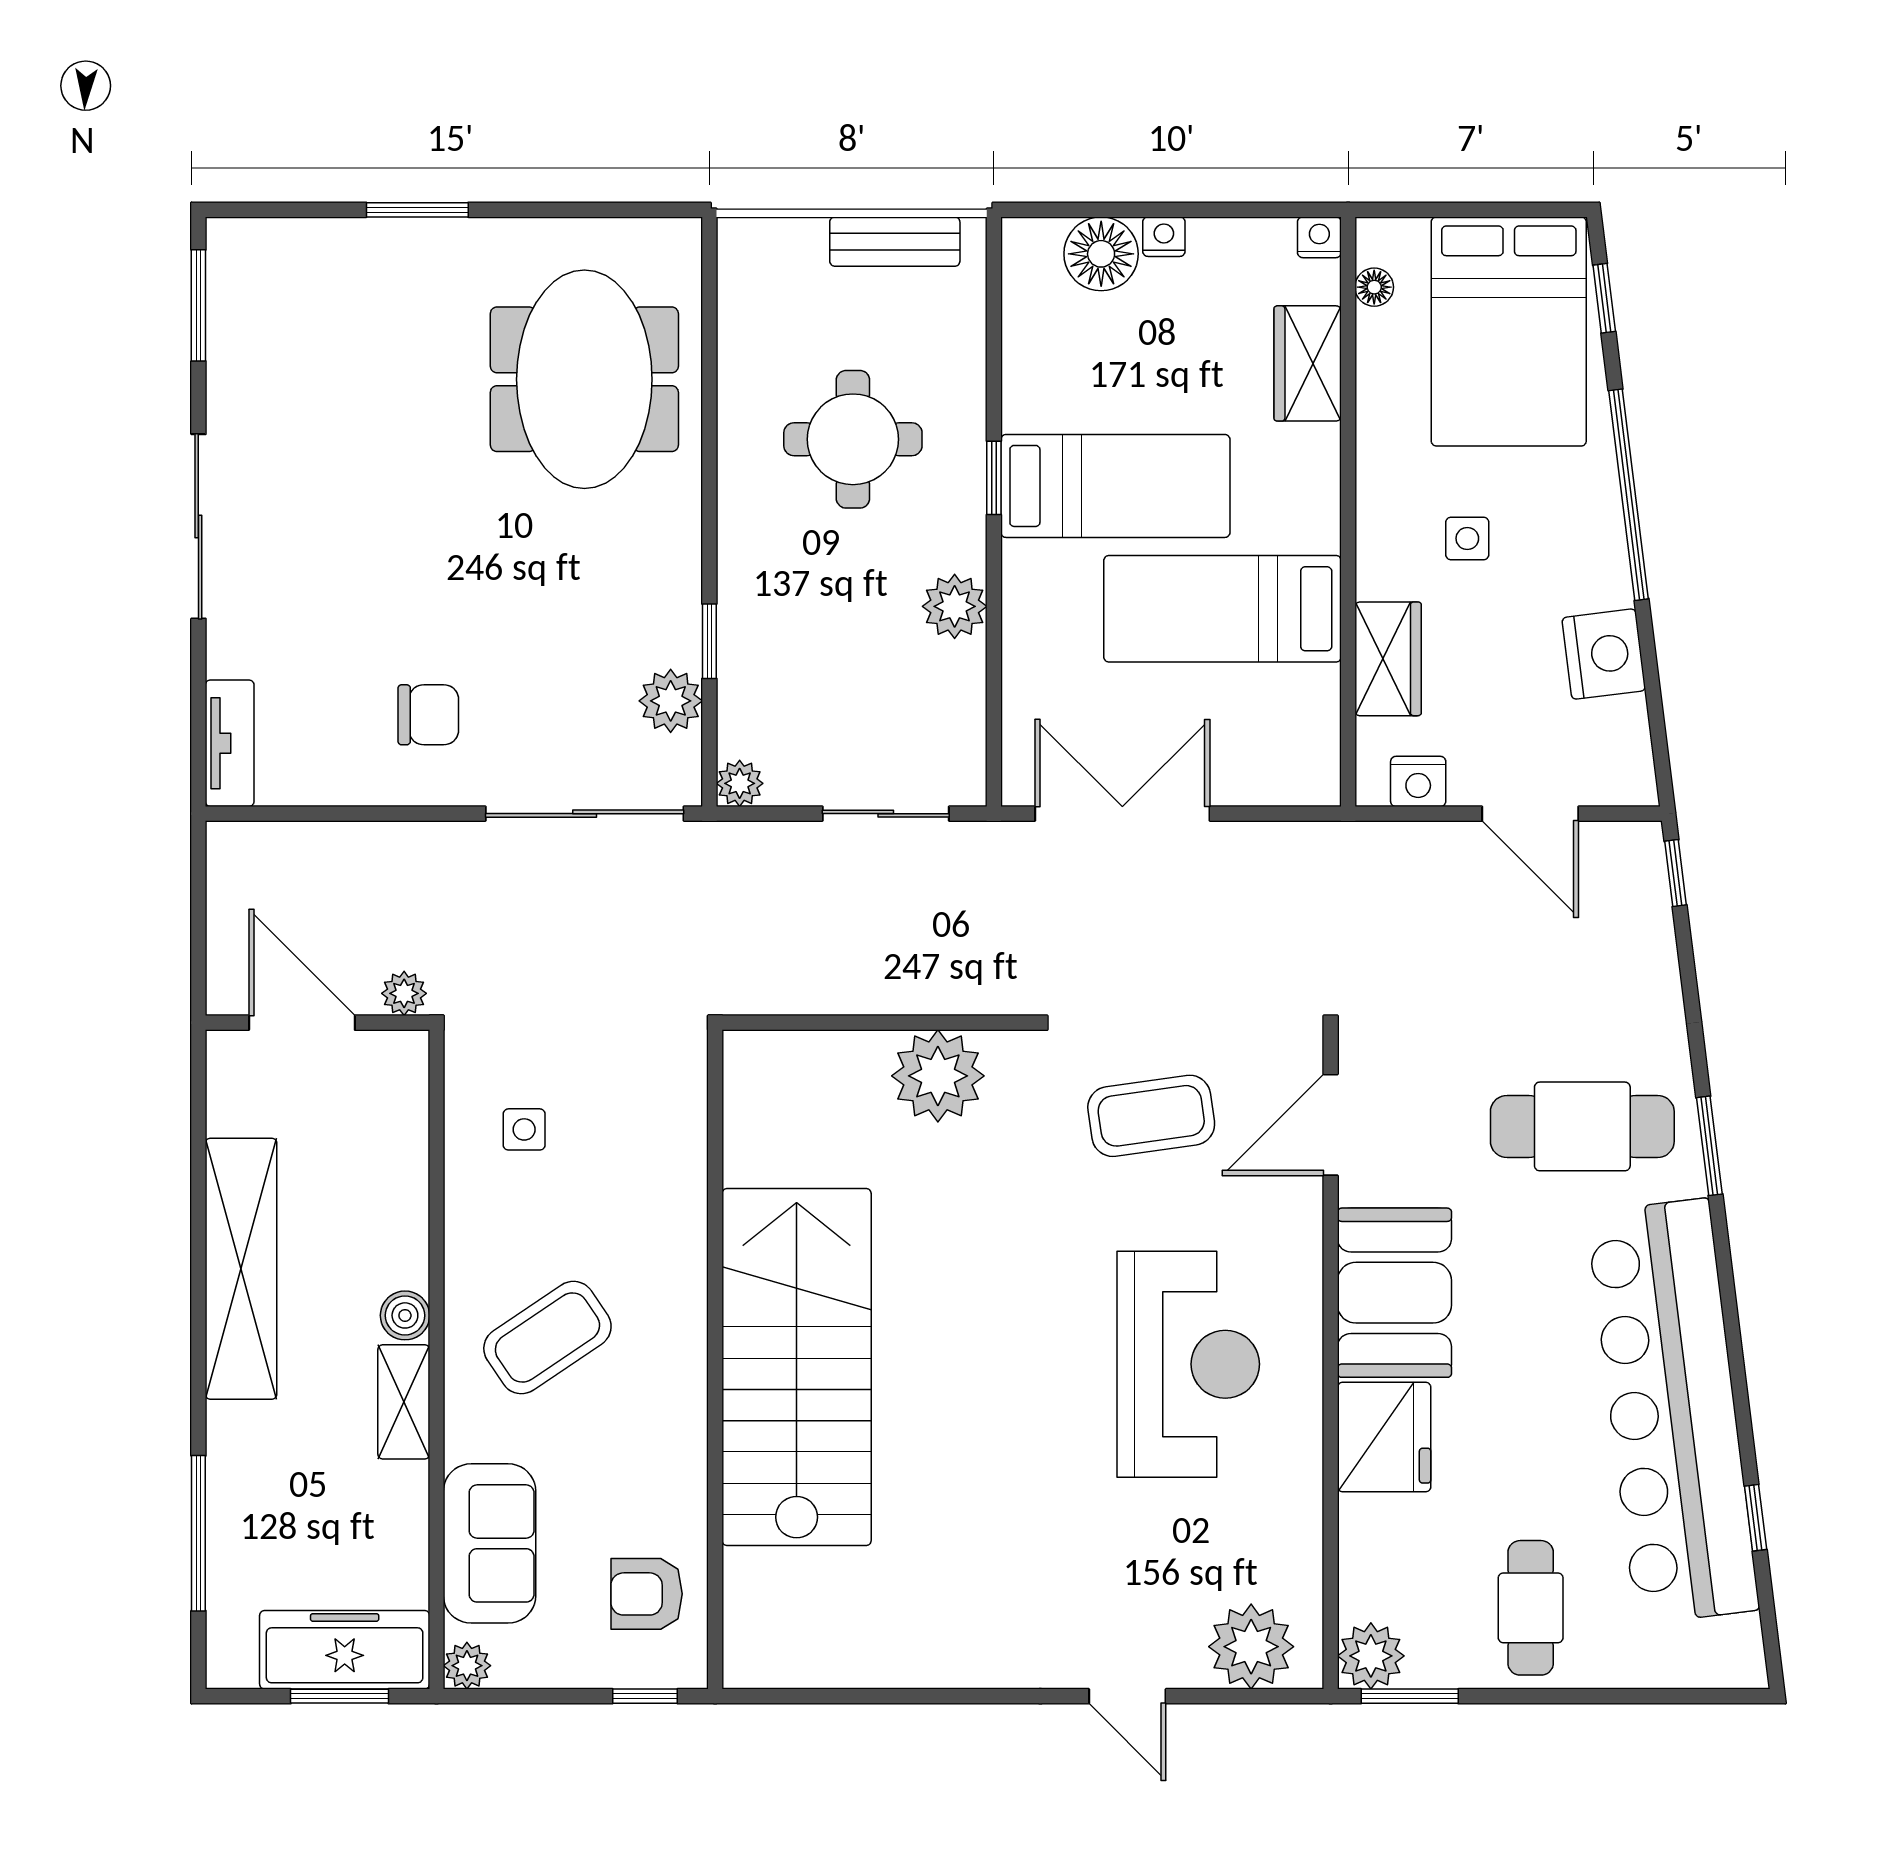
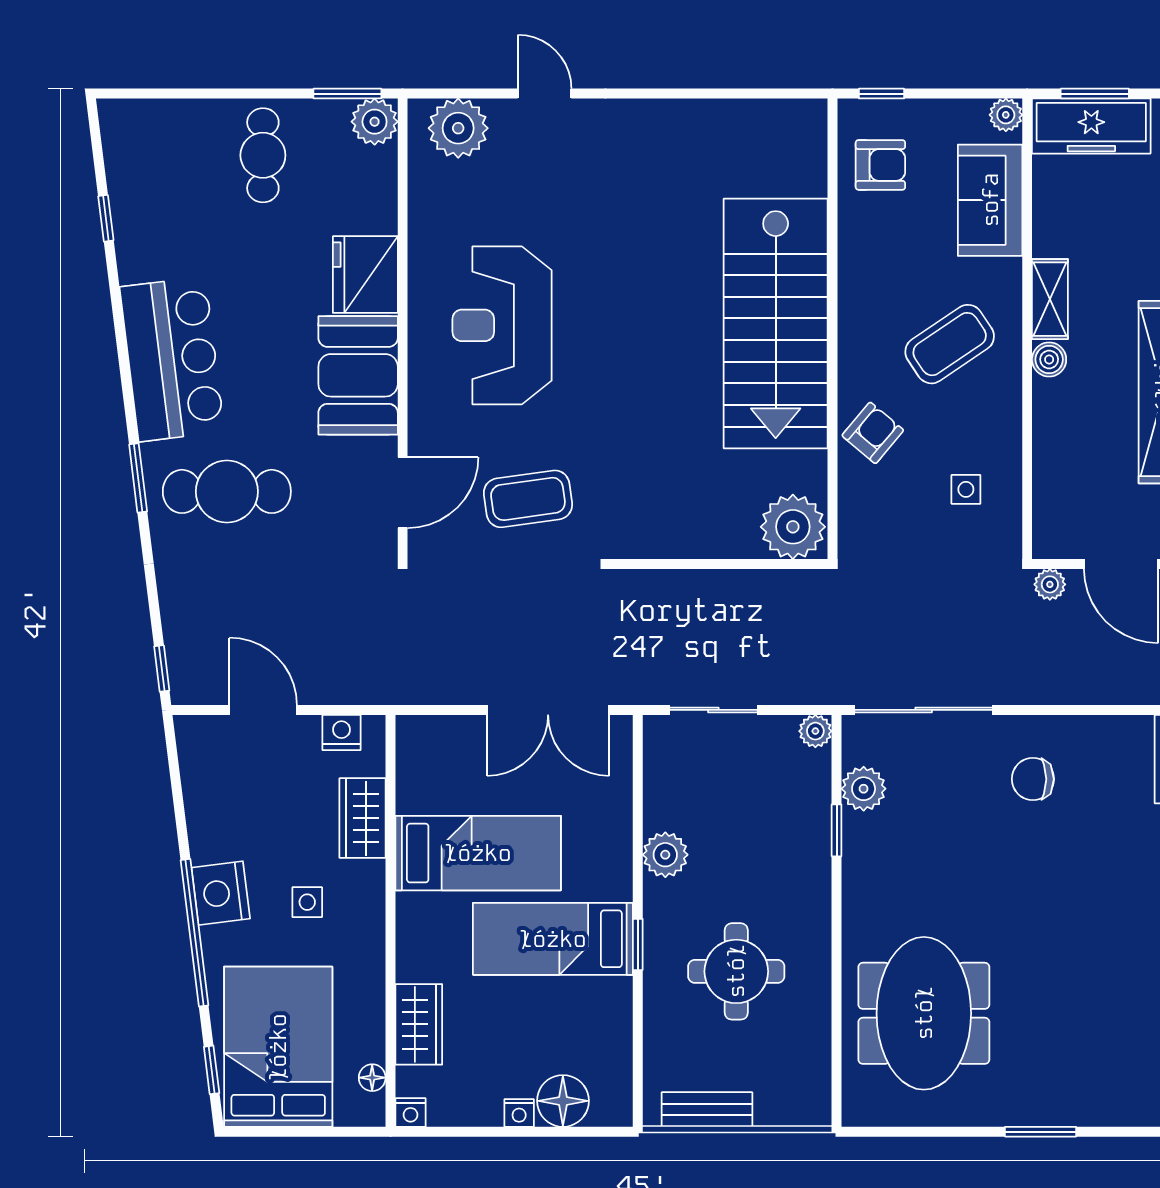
nightstand: (1604, 654) -> (221, 893), moved
plant: (938, 1076) -> (793, 527), moved
armchair: (657, 1210) -> (873, 433), added
bar counter: (1673, 1411) -> (172, 359), width x0.54

